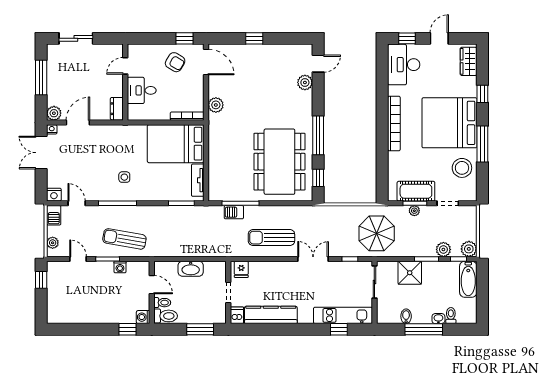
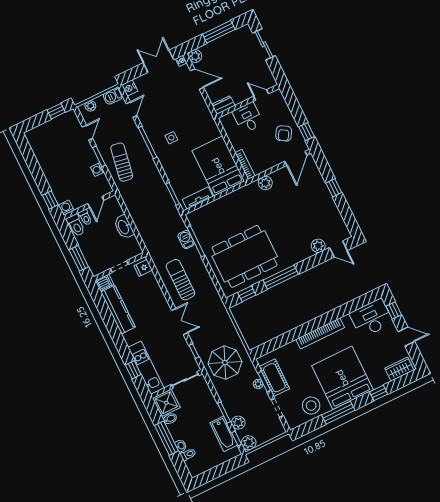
shower: (410, 273) -> (166, 403), moved
bathtub: (468, 279) -> (224, 434), moved, turned -90

